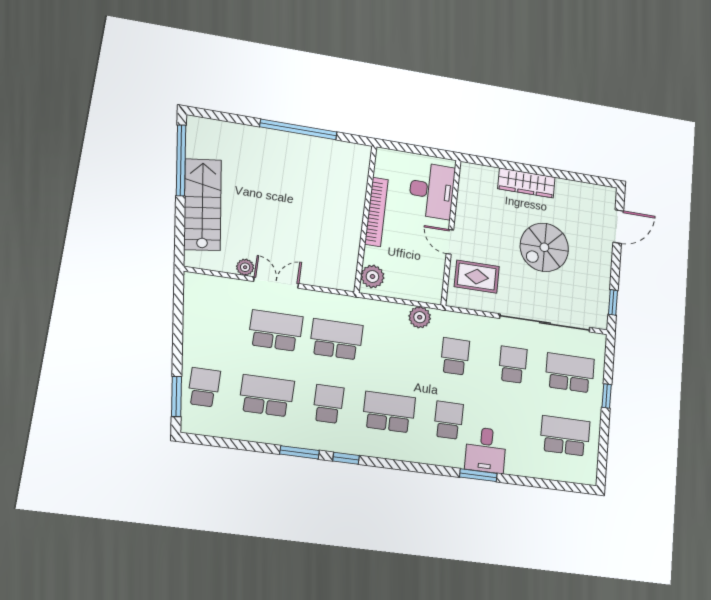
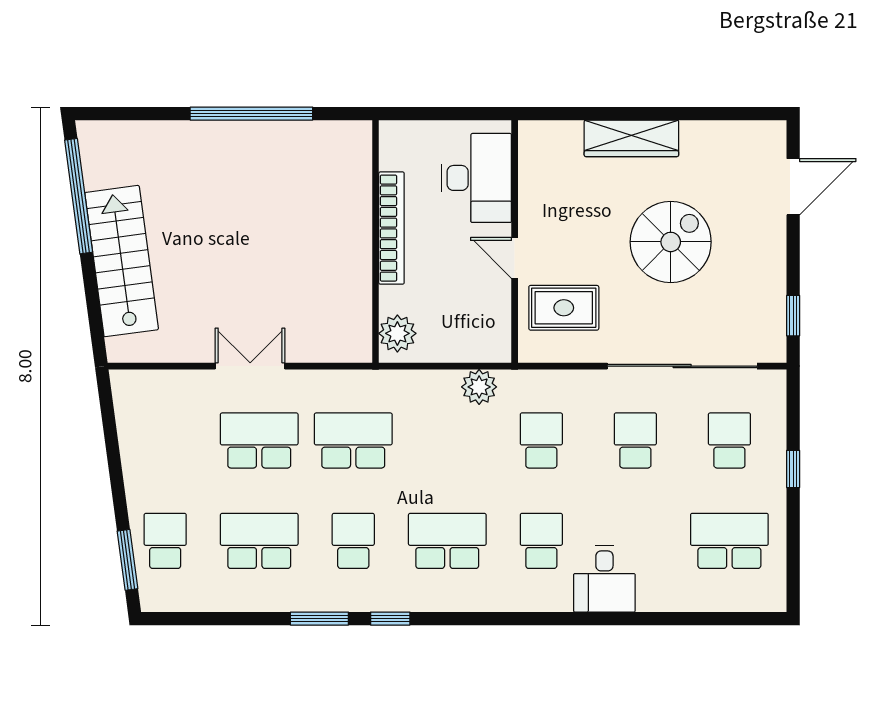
spiral stairs: (544, 247) -> (671, 242), turned 180
plant: (245, 267) -> (200, 349), removed
school desk: (570, 373) -> (729, 440), width x0.54
window: (478, 475) -> (597, 619), removed

